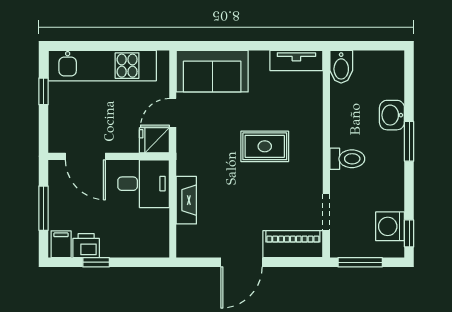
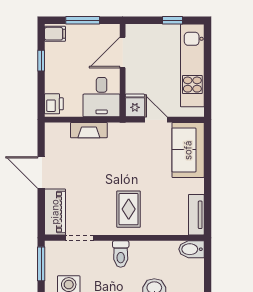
rug: (265, 146) -> (129, 209), moved
printer: (86, 246) -> (54, 104), moved

